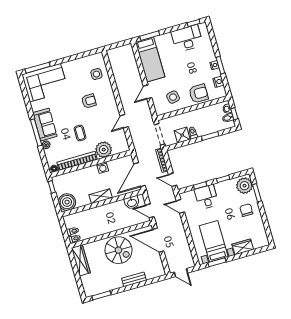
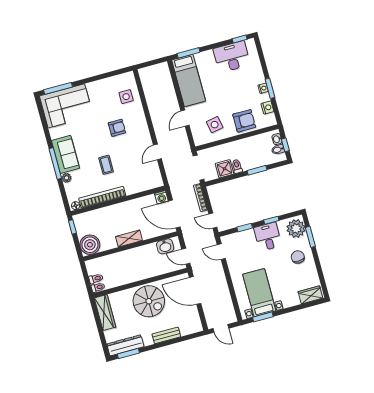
plant: (104, 150) -> (133, 184), removed
washing machine: (103, 168) -> (161, 197), moved
door: (139, 175) -> (174, 214), hinge flipped
desk: (206, 197) -> (268, 237), moved
wardrobe: (243, 247) -> (310, 295), moved
dresser: (99, 288) -> (125, 345), added

